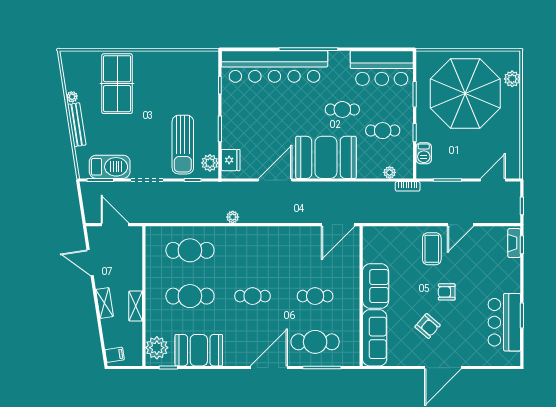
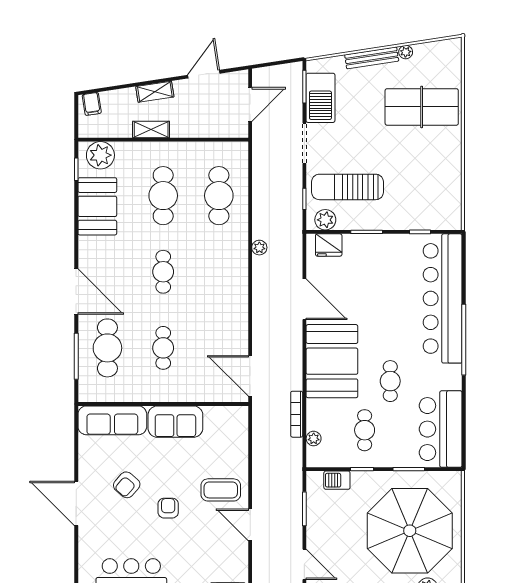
bookcase: (408, 186) -> (297, 414), moved, width x1.56

